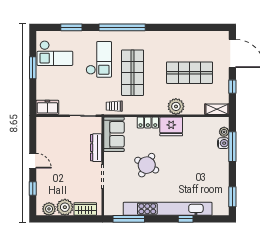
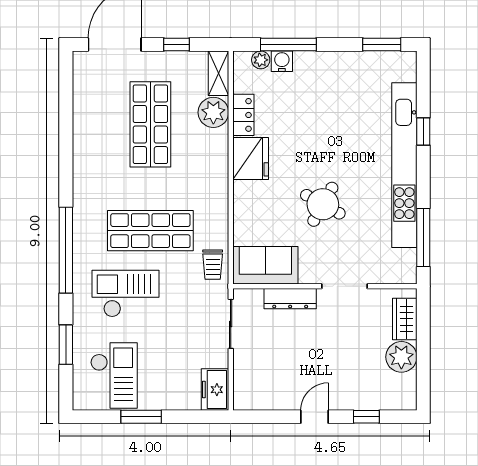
plant: (176, 106) -> (213, 112), moved
locker: (148, 122) -> (243, 115), moved
plant: (49, 209) -> (405, 386), removed

